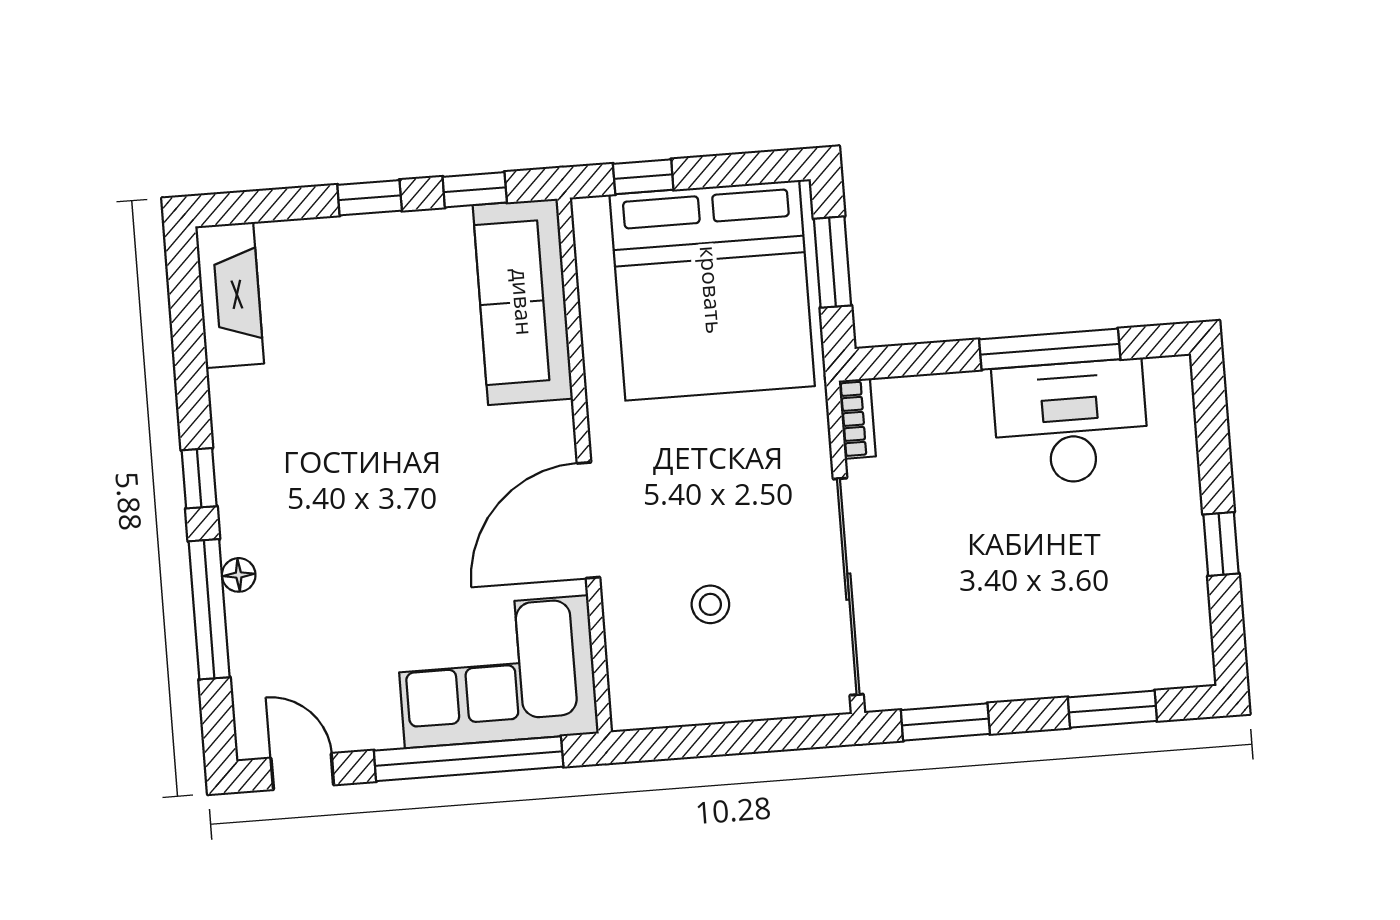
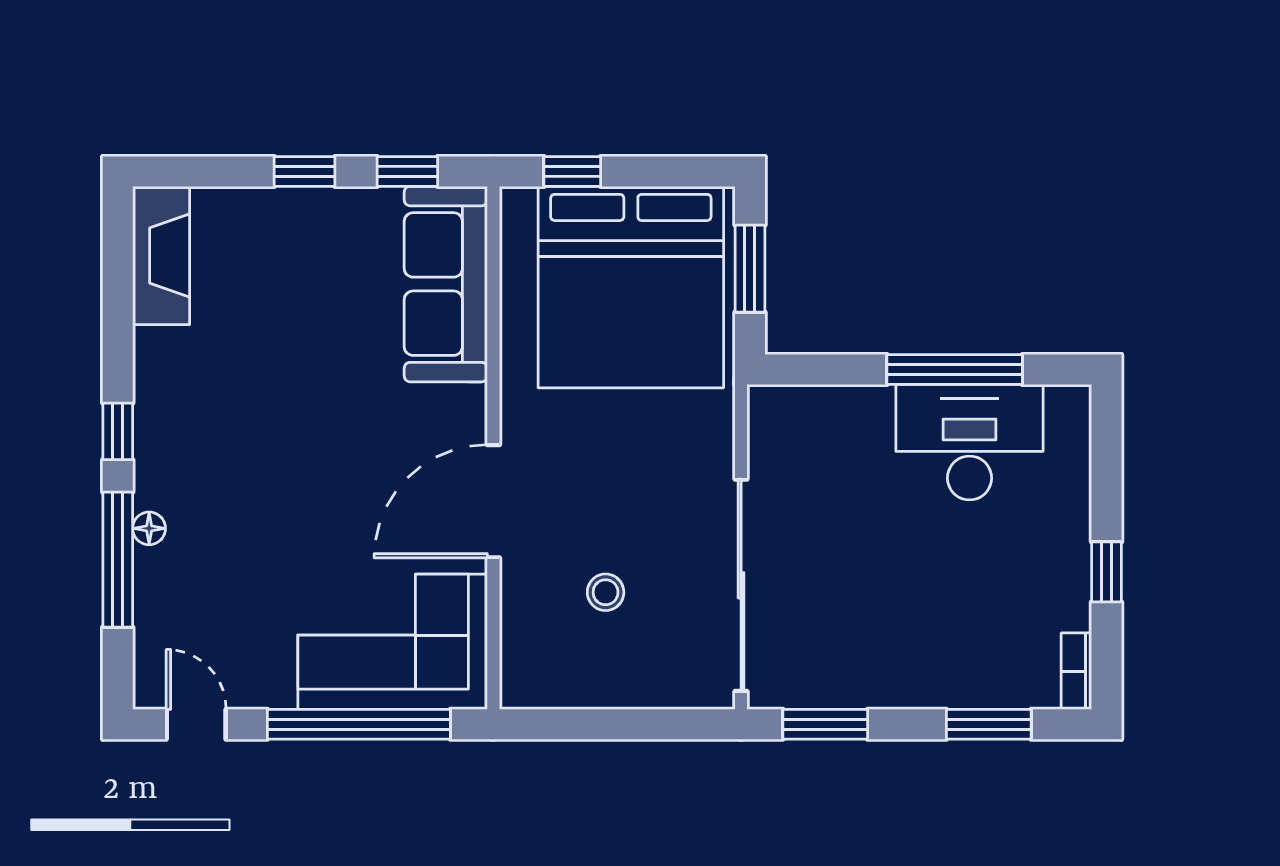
bookcase: (857, 419) -> (1076, 671), moved, turned 180

